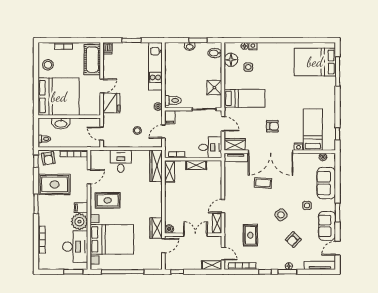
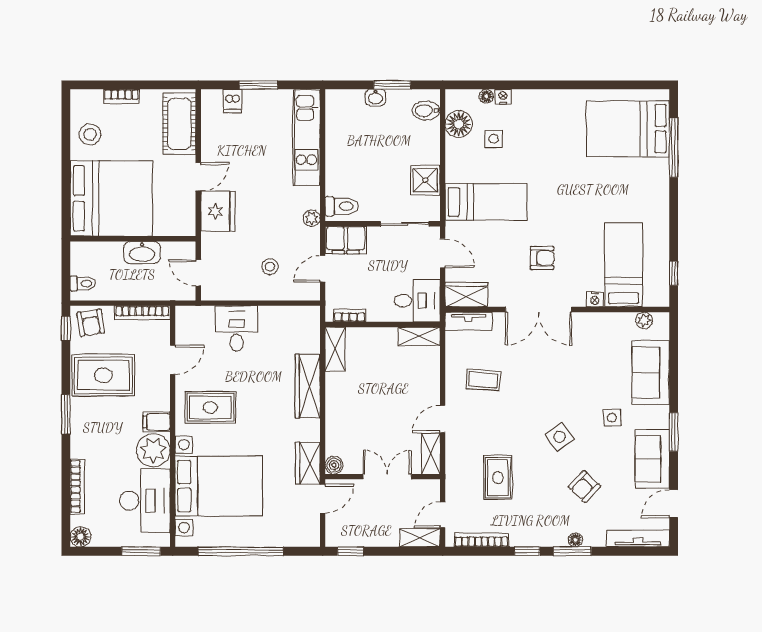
dishwasher: (107, 48) -> (232, 101), moved
filing cabinet: (170, 117) -> (346, 240), width x2.00
washbasin: (61, 123) -> (142, 253), moved
double door: (271, 152) -> (538, 310), width x0.73
shelving: (196, 165) -> (419, 336), moved
wardrobe: (156, 166) -> (308, 386), moved
coffee table: (263, 183) -> (483, 380), moved
door: (223, 254) -> (443, 515), swing flipped
floor lamp: (43, 264) -> (80, 537), added

